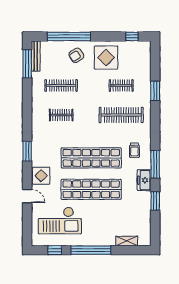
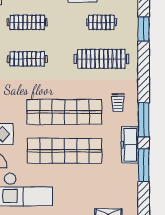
clothes rail: (61, 115) -> (27, 59), width x1.36
freezer: (144, 180) -> (130, 145), width x1.40
window: (155, 201) -> (144, 165), width x1.44

